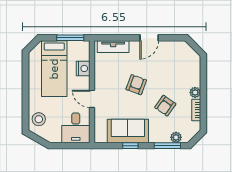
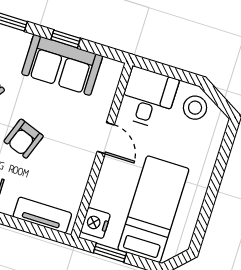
window: (70, 38) -> (110, 253), width x0.67
nightstand: (83, 68) -> (95, 223), moved
stool: (39, 119) -> (195, 108), moved

